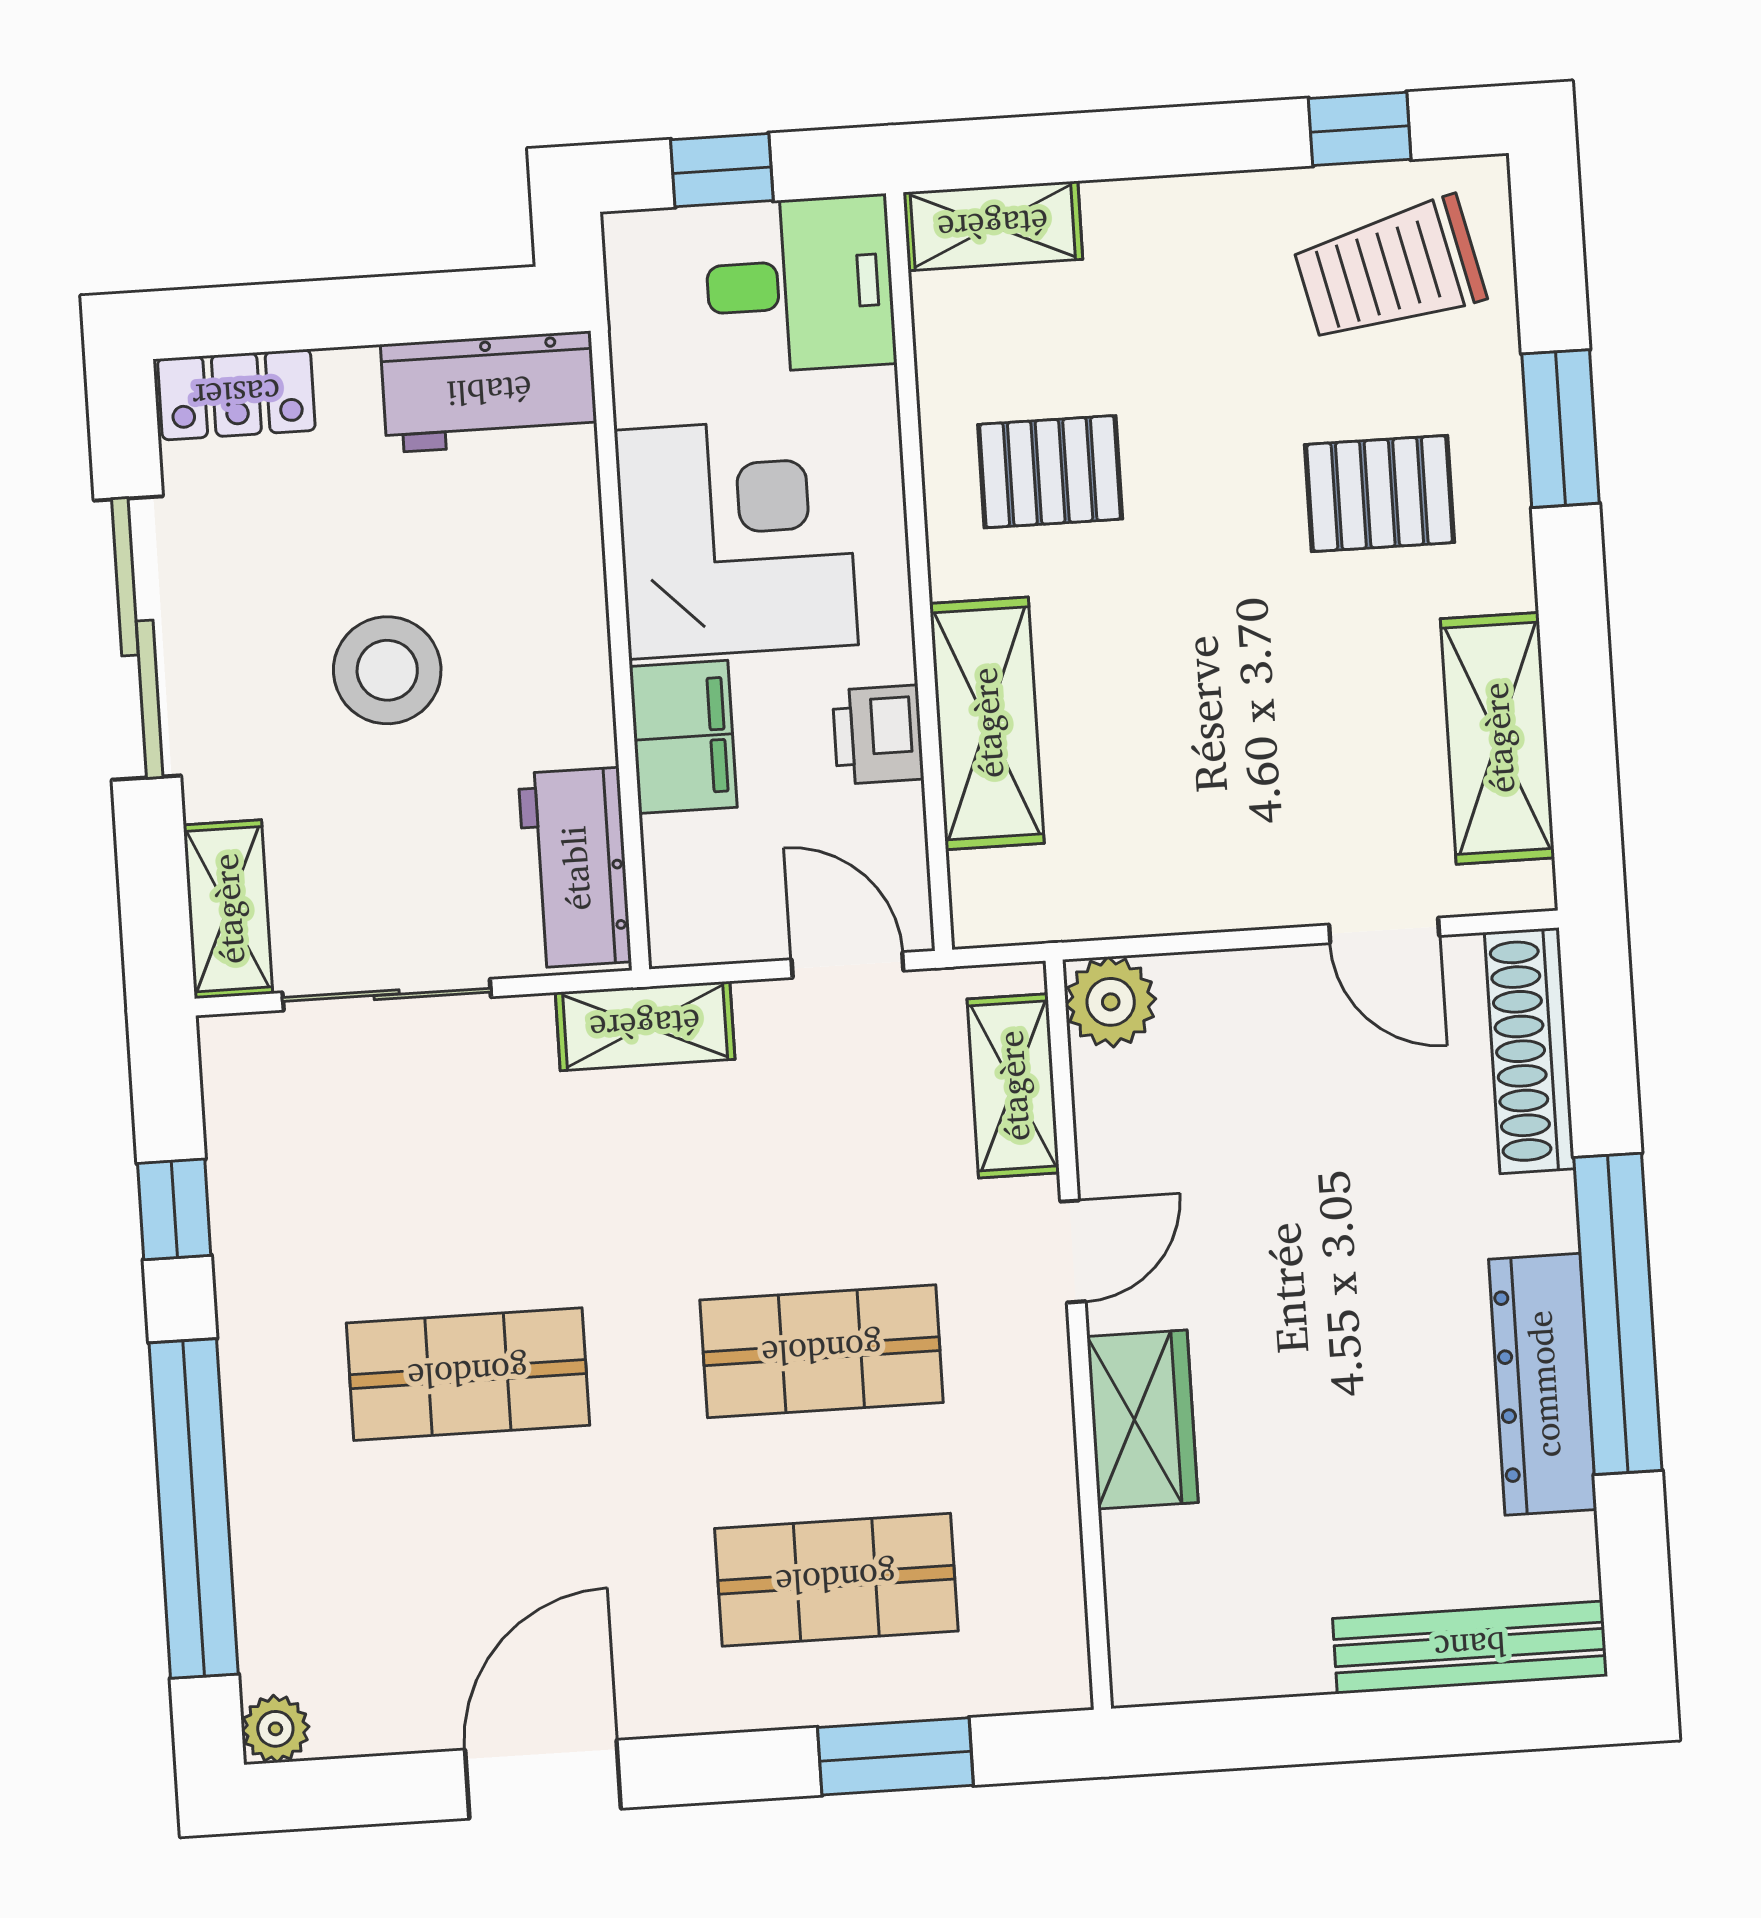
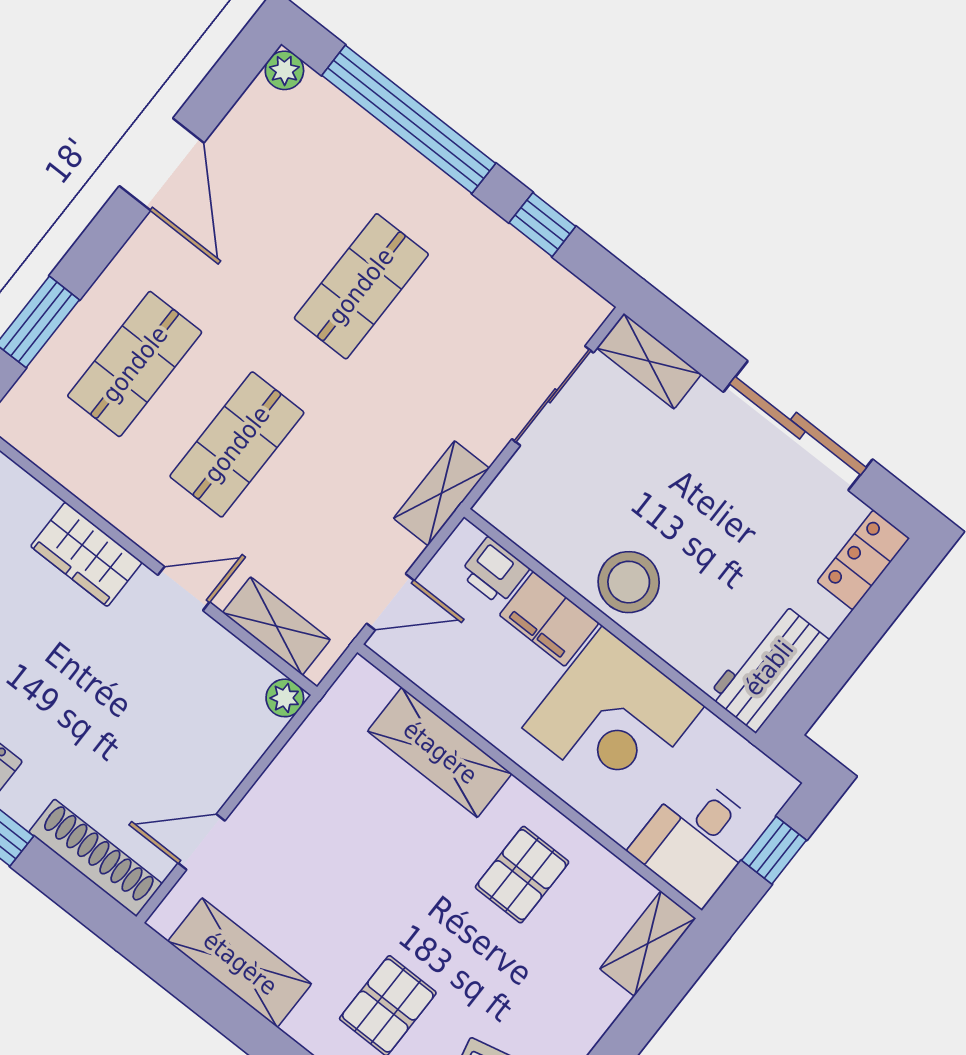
stool: (387, 670) -> (629, 582), moved
printer: (878, 735) -> (494, 571), moved, turned 180
workbench: (575, 868) -> (535, 524), removed
plant: (1111, 1002) -> (285, 698), width x0.73, depth x0.73
door: (1073, 1251) -> (184, 589), swing flipped

